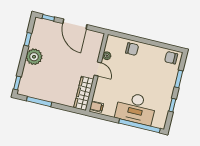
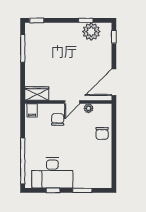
door: (75, 24) -> (114, 82), moved
plant: (34, 57) -> (91, 32), moved
chair: (171, 58) -> (58, 120), moved
wardrobe: (84, 93) -> (37, 93), width x0.67
desk: (136, 108) -> (52, 173), moved, turned -90

